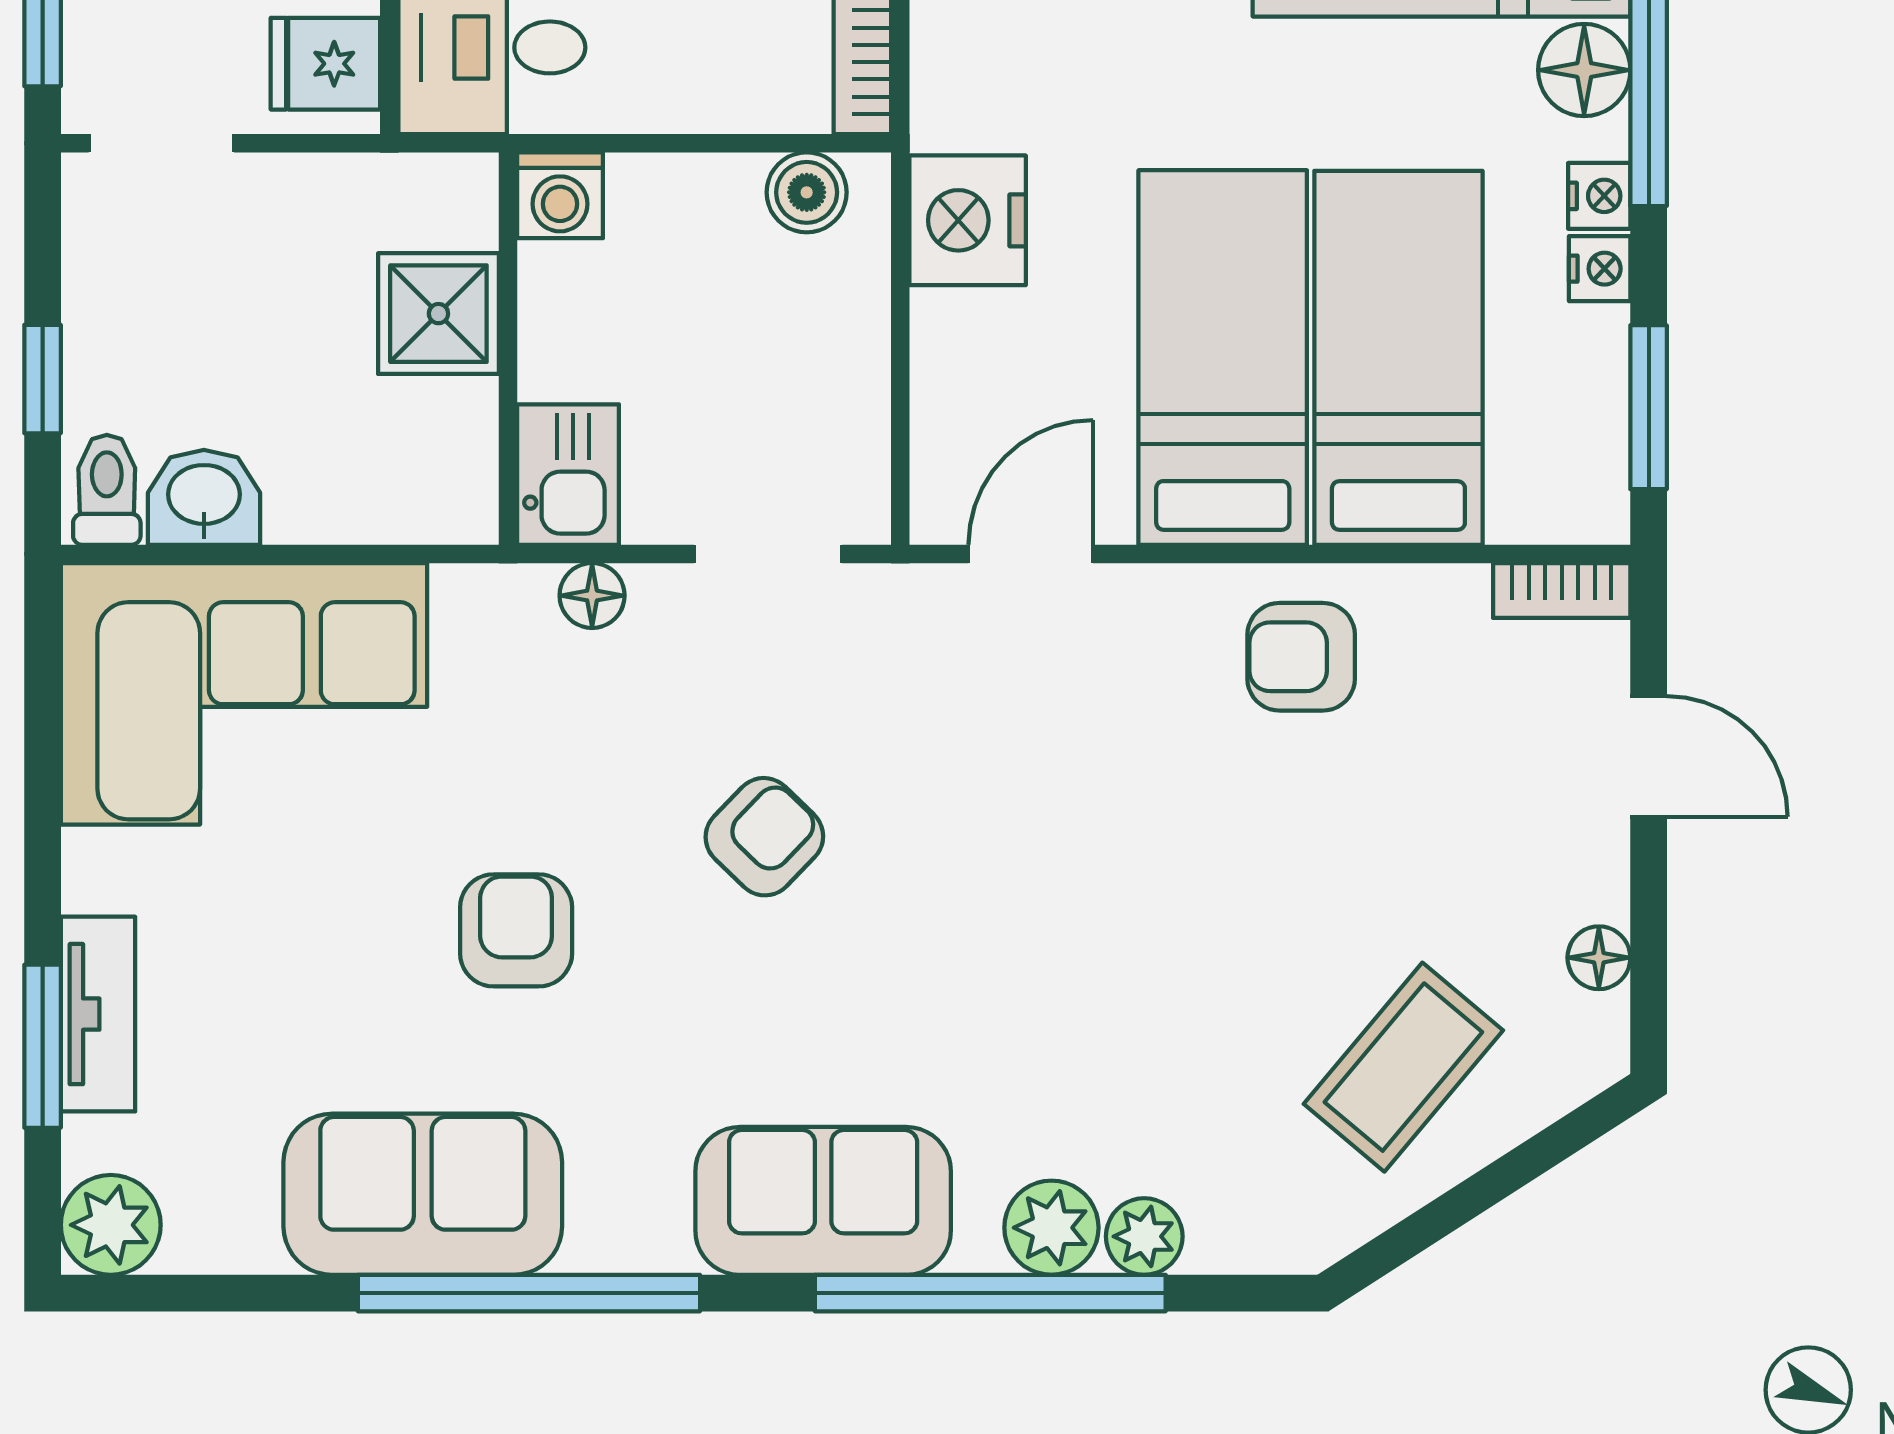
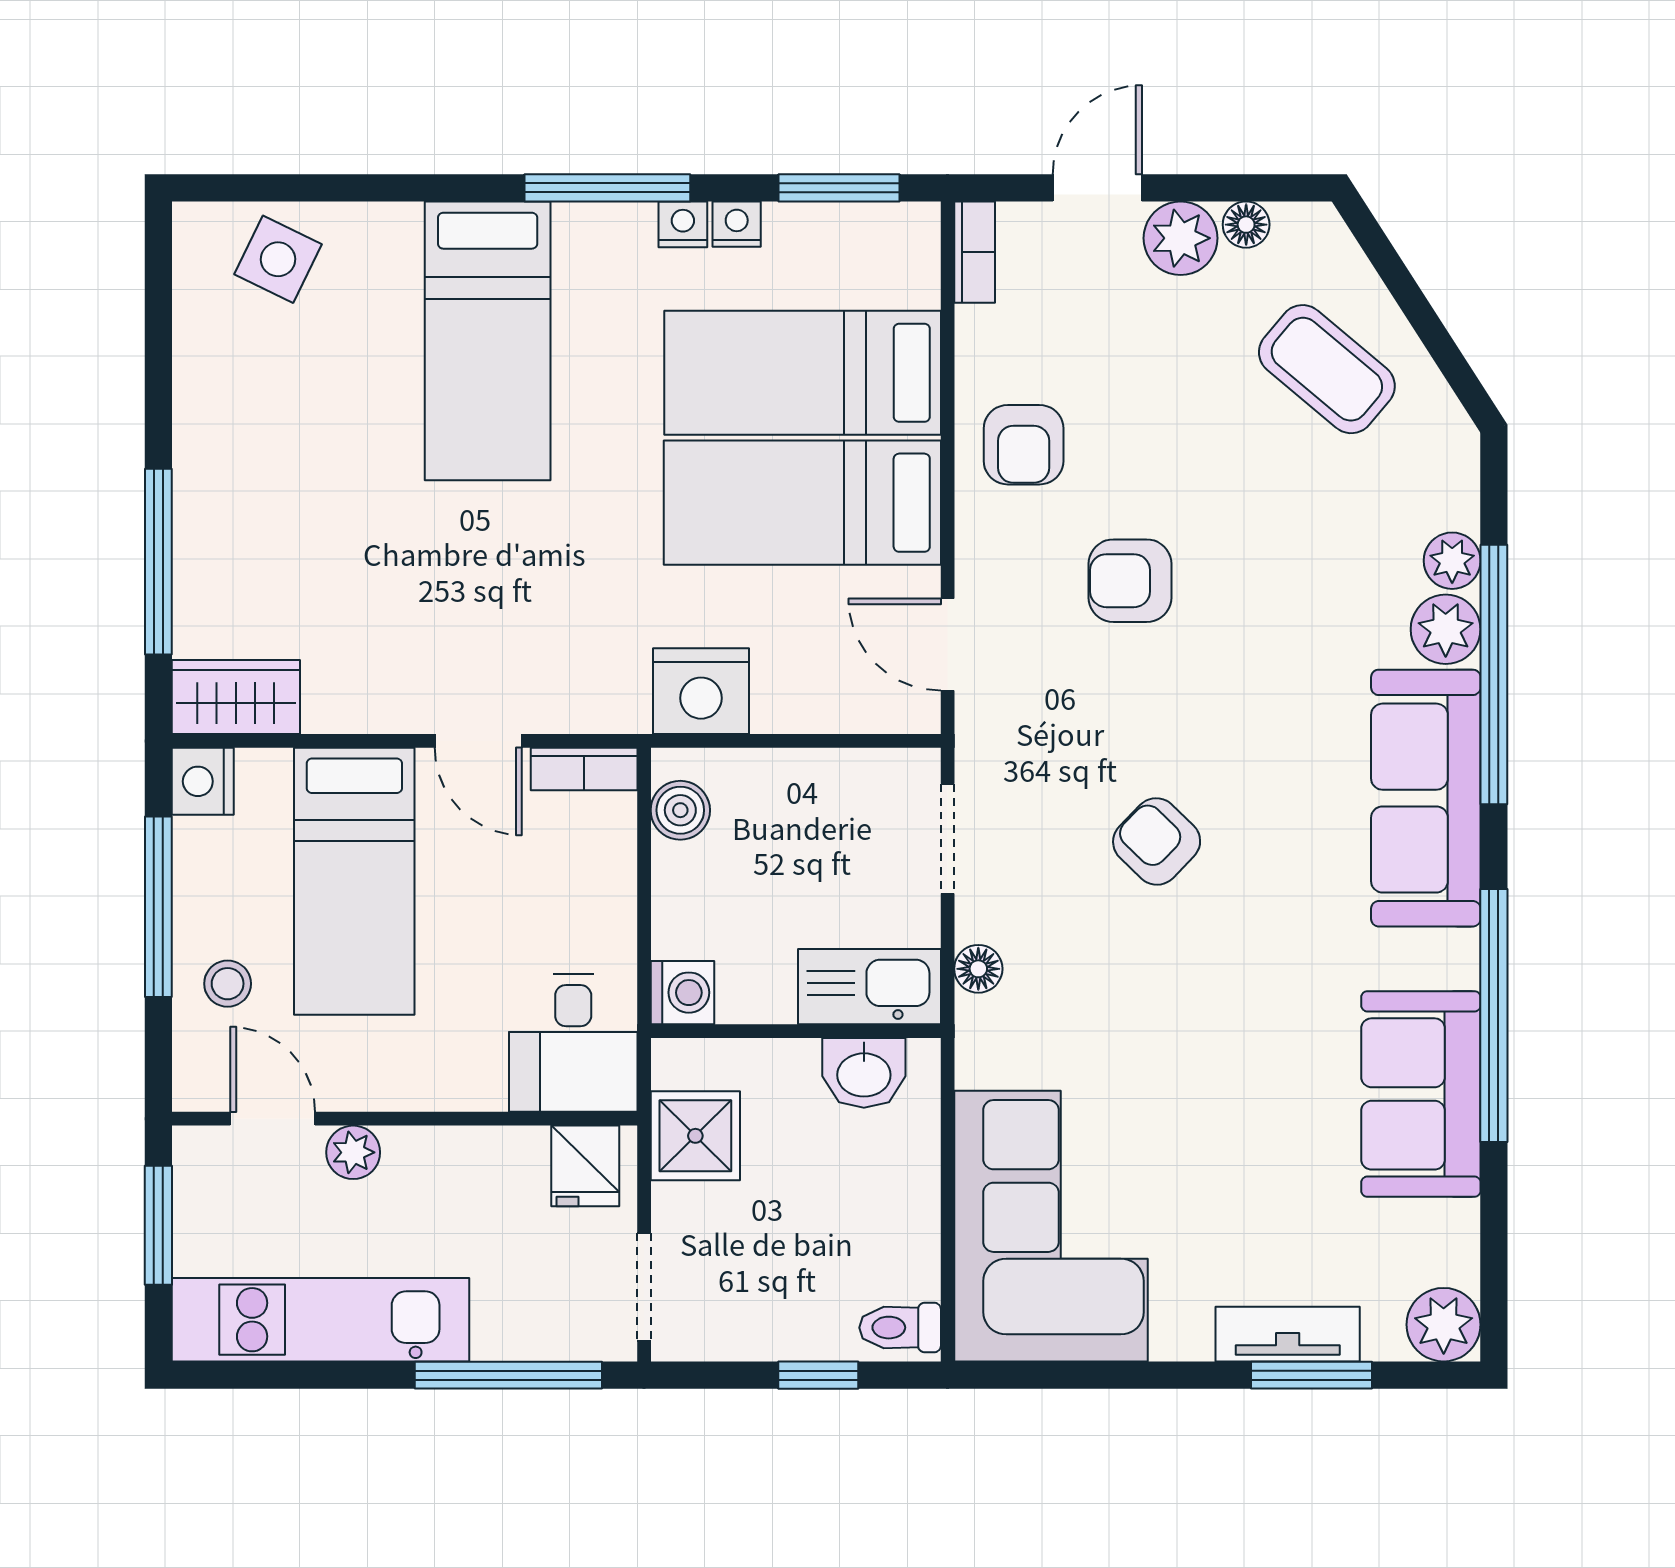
floor lamp: (1584, 70) -> (590, 235), removed
shower: (438, 314) -> (695, 1136), moved
kitchen sink: (568, 475) -> (869, 987), width x1.38
washbasin: (204, 497) -> (864, 1073), moved, turned -90
plant: (1580, 869) -> (1181, 238), added
armchair: (516, 930) -> (1130, 581), moved
sofa: (823, 1201) -> (1426, 798), width x1.36

